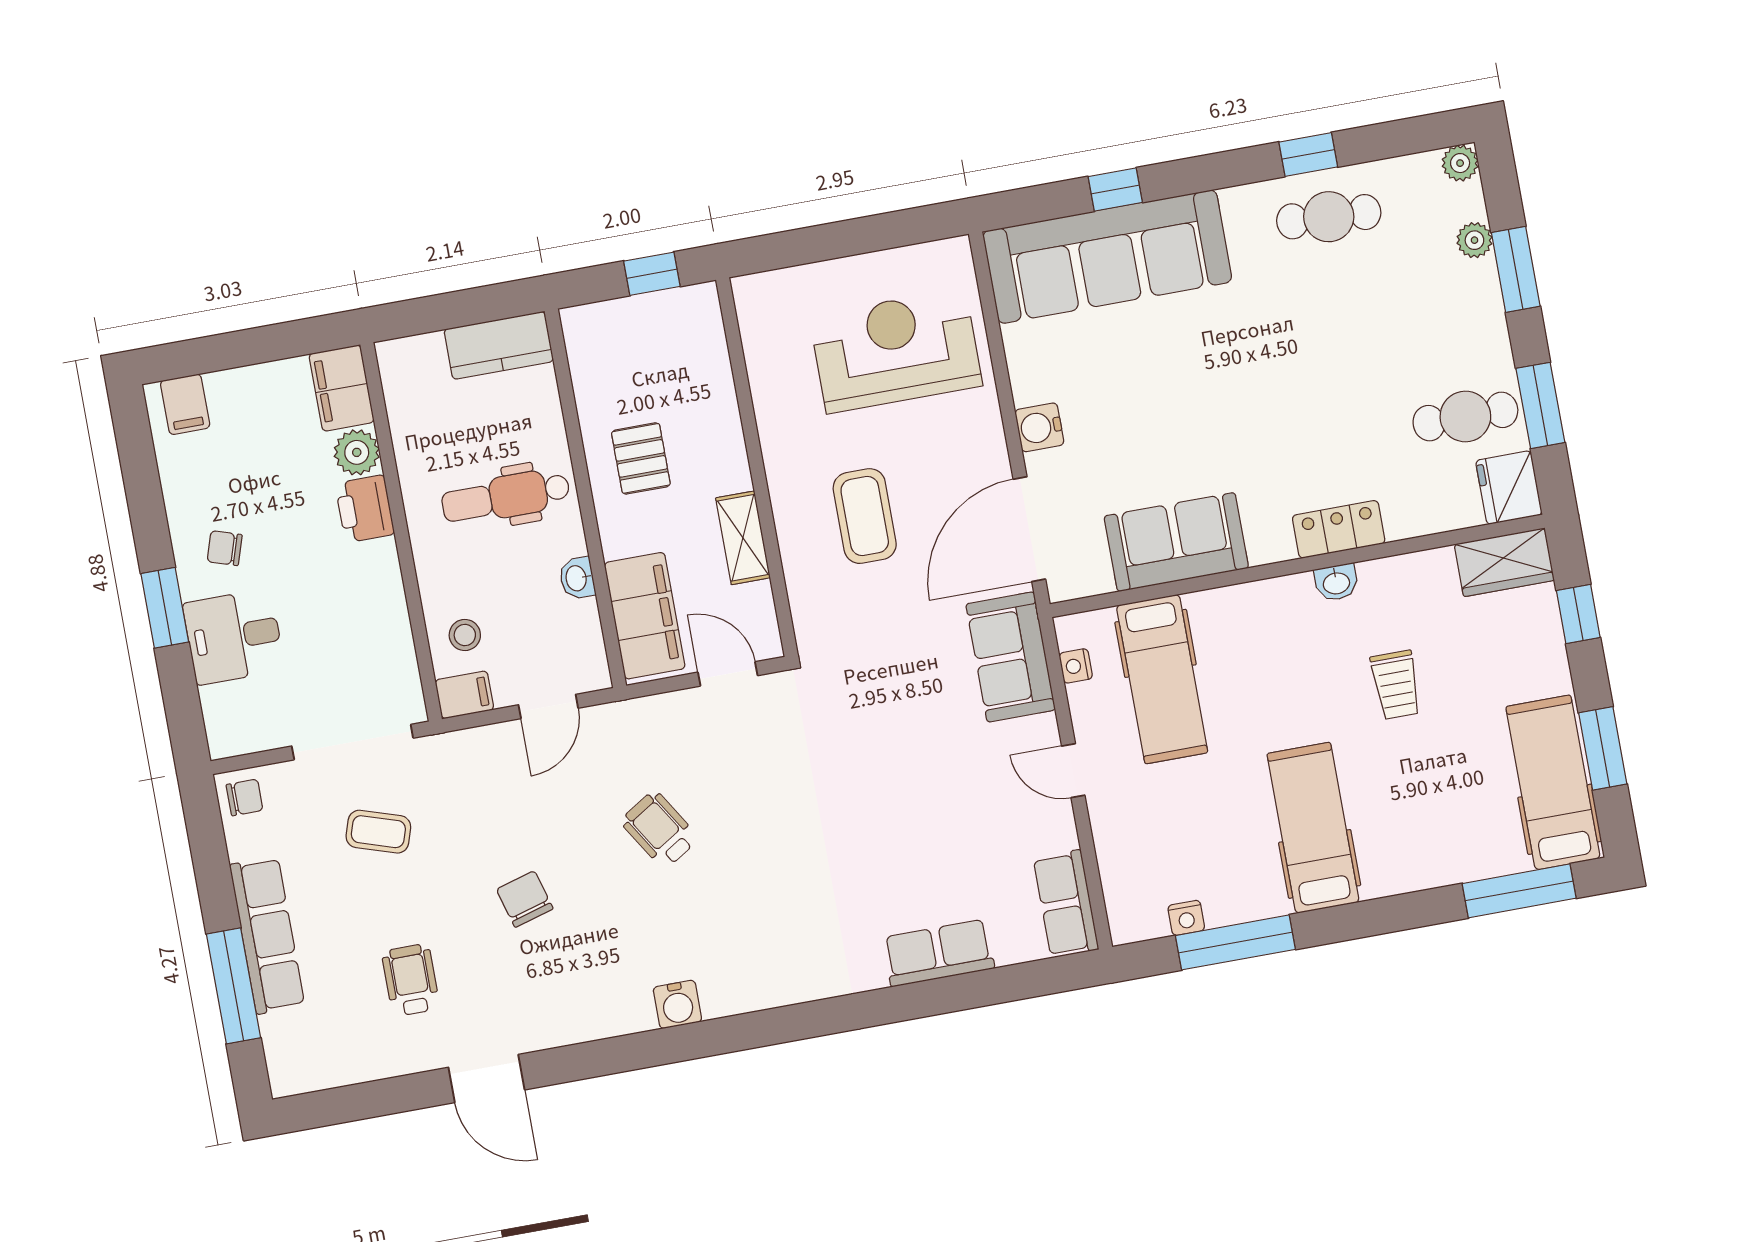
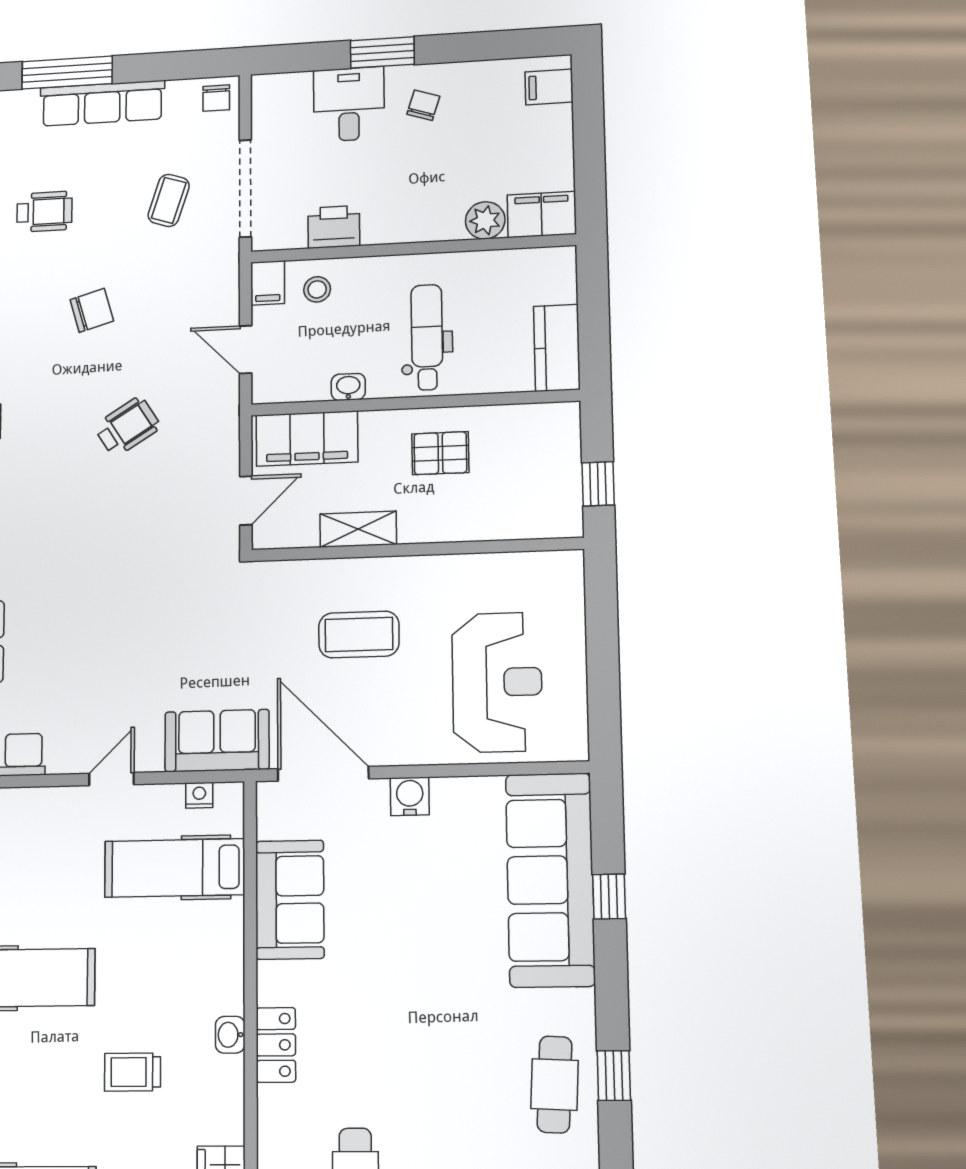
printer: (365, 509) -> (334, 227), moved

